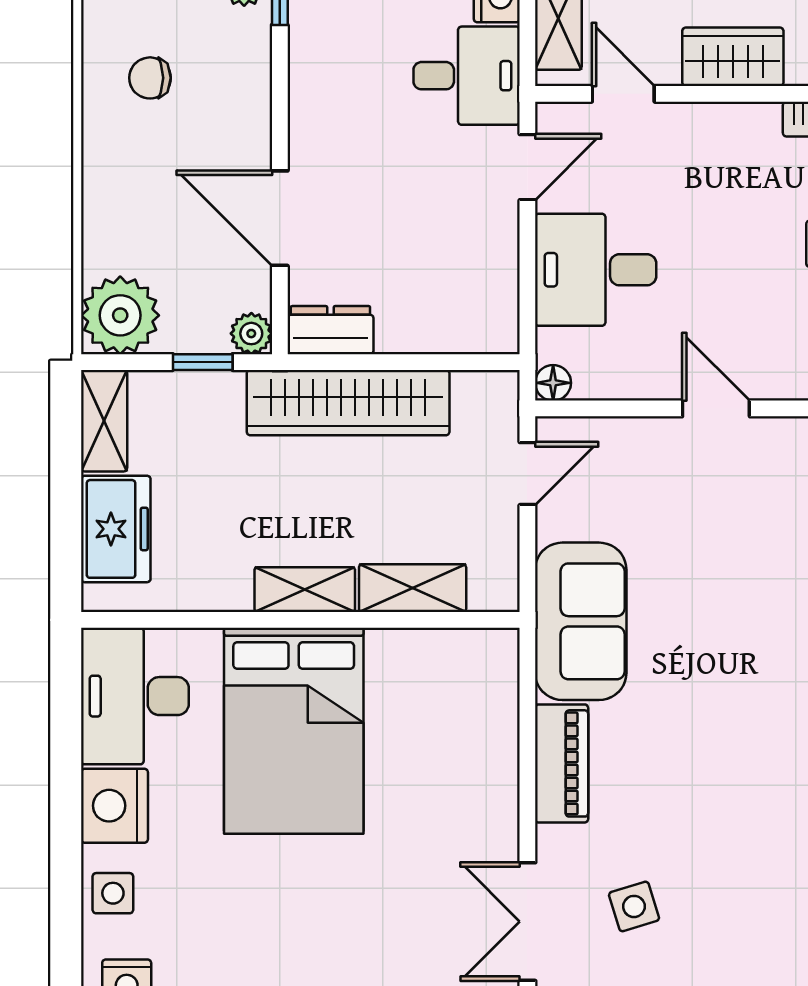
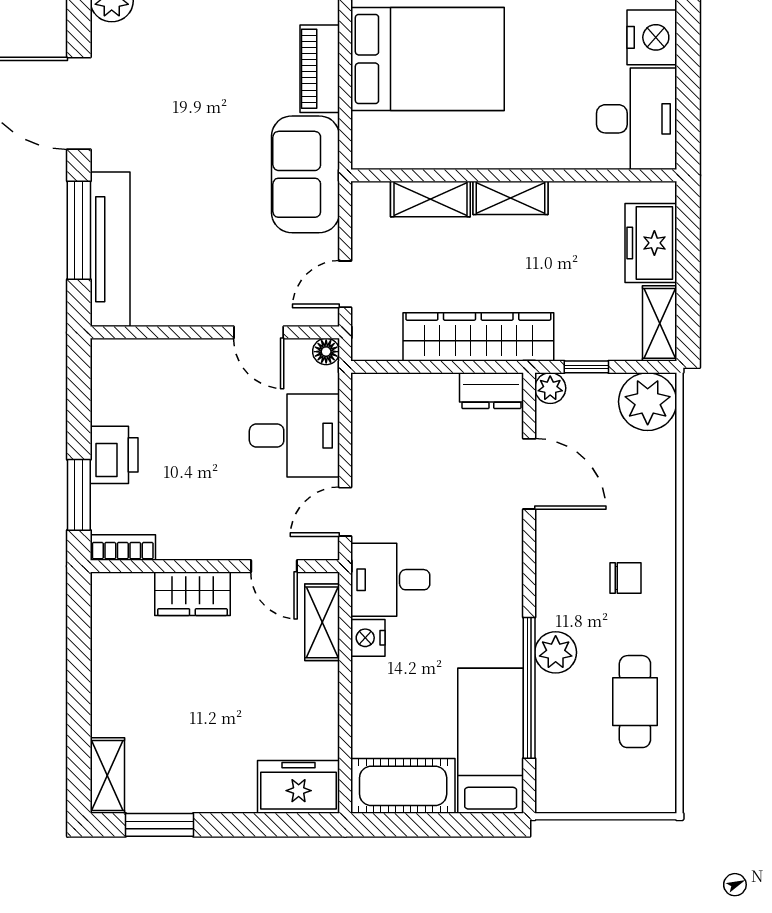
door: (716, 408) -> (259, 332), moved
bed: (294, 731) -> (427, 59), moved, turned 90

